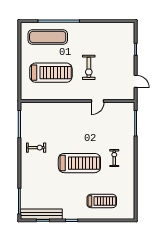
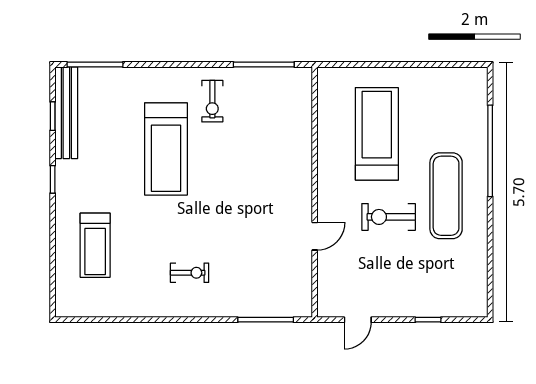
exercise mat: (48, 37) -> (446, 196), moved
treadmill: (51, 73) -> (377, 134), turned 180
door: (98, 101) -> (315, 236), swing flipped
treadmill: (79, 163) -> (166, 149), moved

